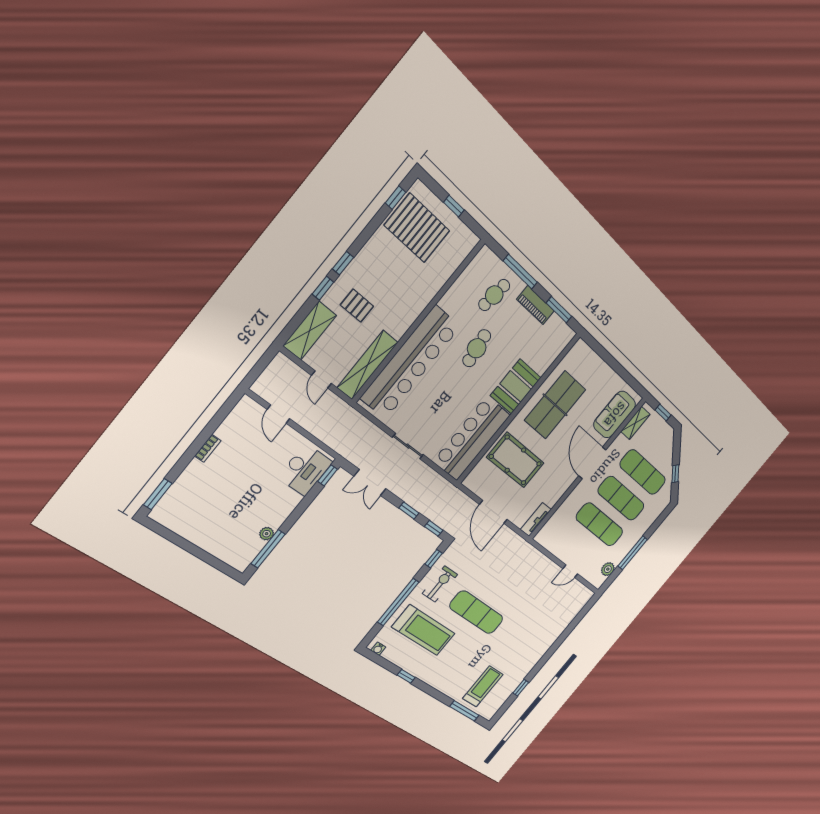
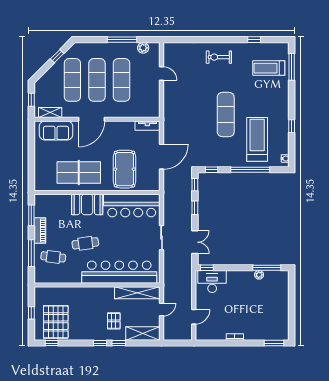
exercise bike: (440, 584) -> (219, 57), moved

